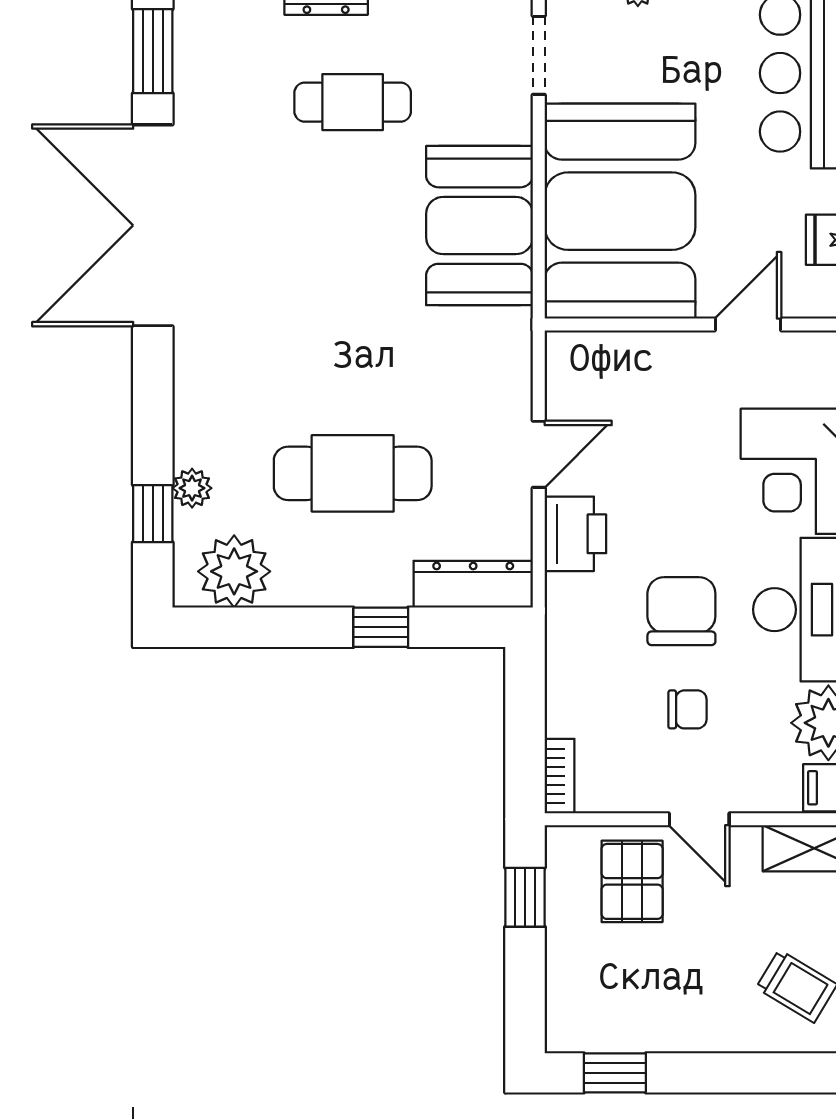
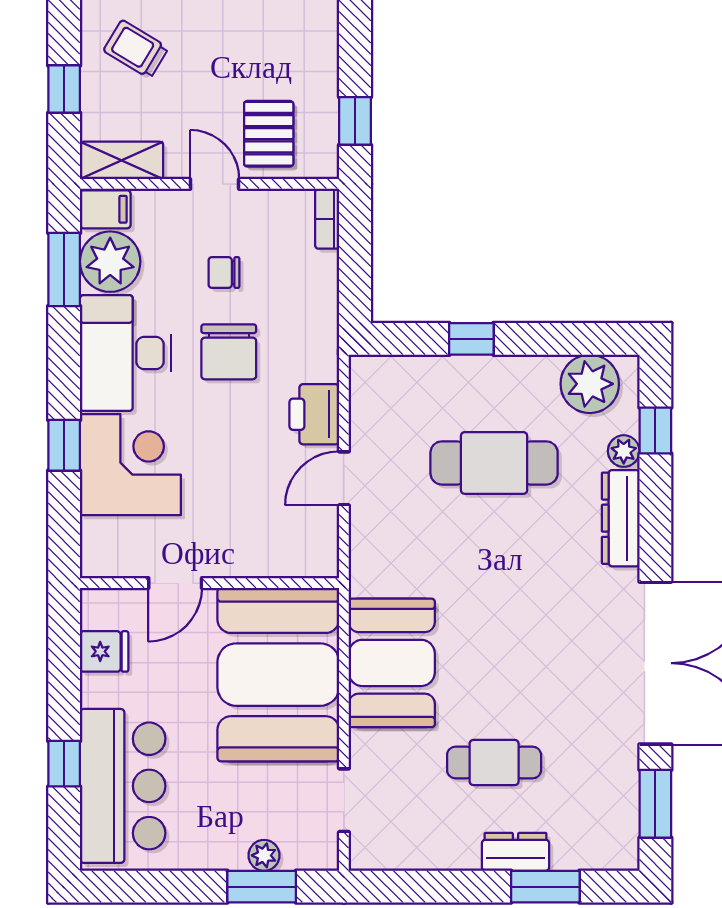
dresser: (473, 584) -> (621, 518), moved, turned 90

